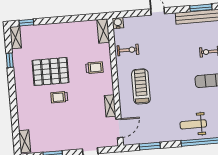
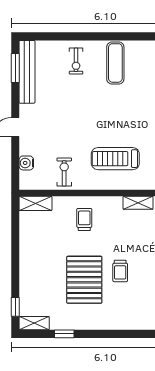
water cooler: (118, 23) -> (26, 163), moved

